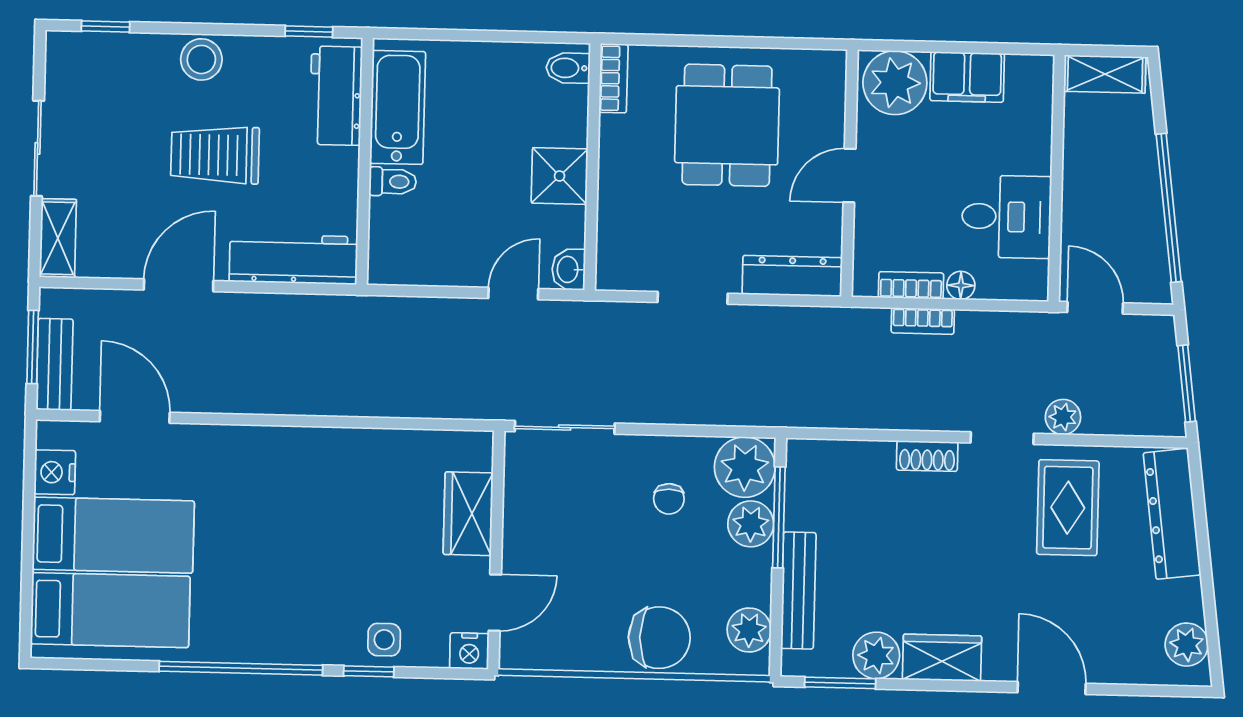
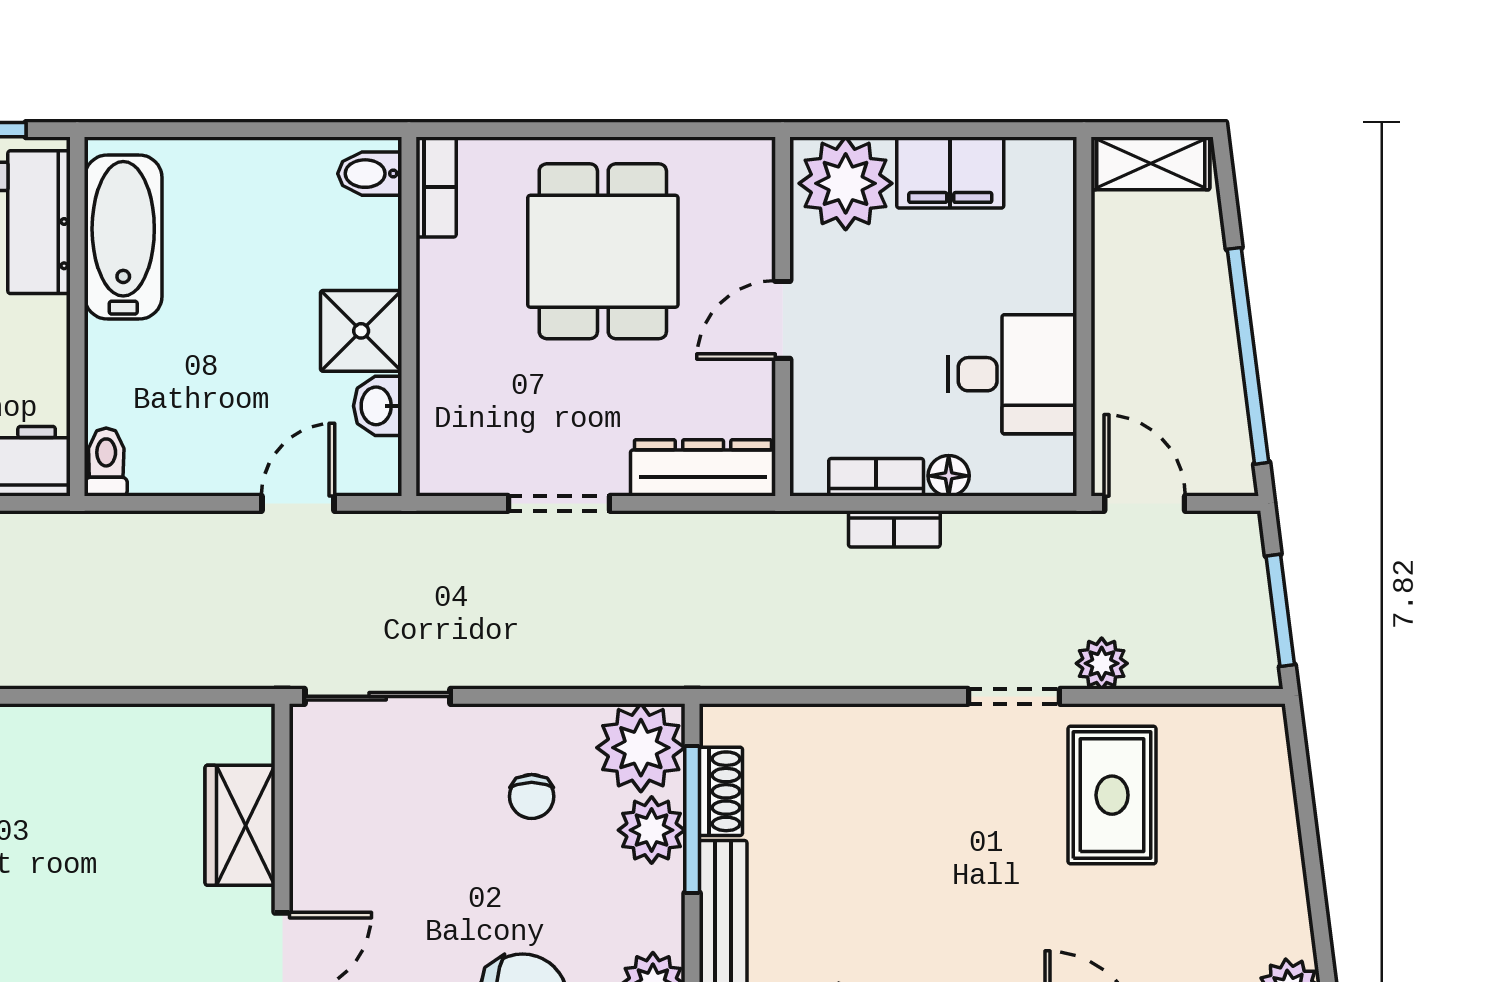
toilet: (393, 182) -> (106, 462), moved, turned -90
washbasin: (569, 269) -> (378, 406), moved
shoe rack: (927, 456) -> (721, 791), moved, turned -90
dresser: (1172, 514) -> (1264, 800), removed

